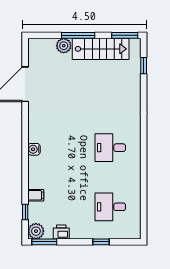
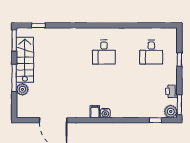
filing cabinet: (36, 195) -> (95, 112), moved

